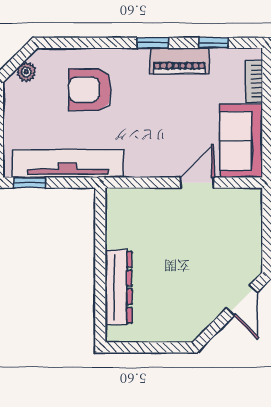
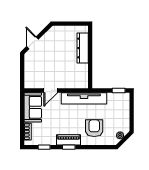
piano: (179, 61) -> (68, 140), moved
armchair: (90, 90) -> (94, 128), turned -90
tv unit: (68, 163) -> (84, 98), moved

